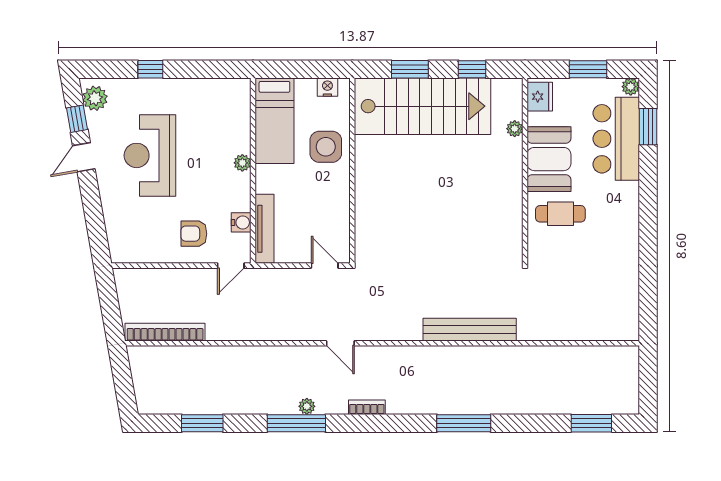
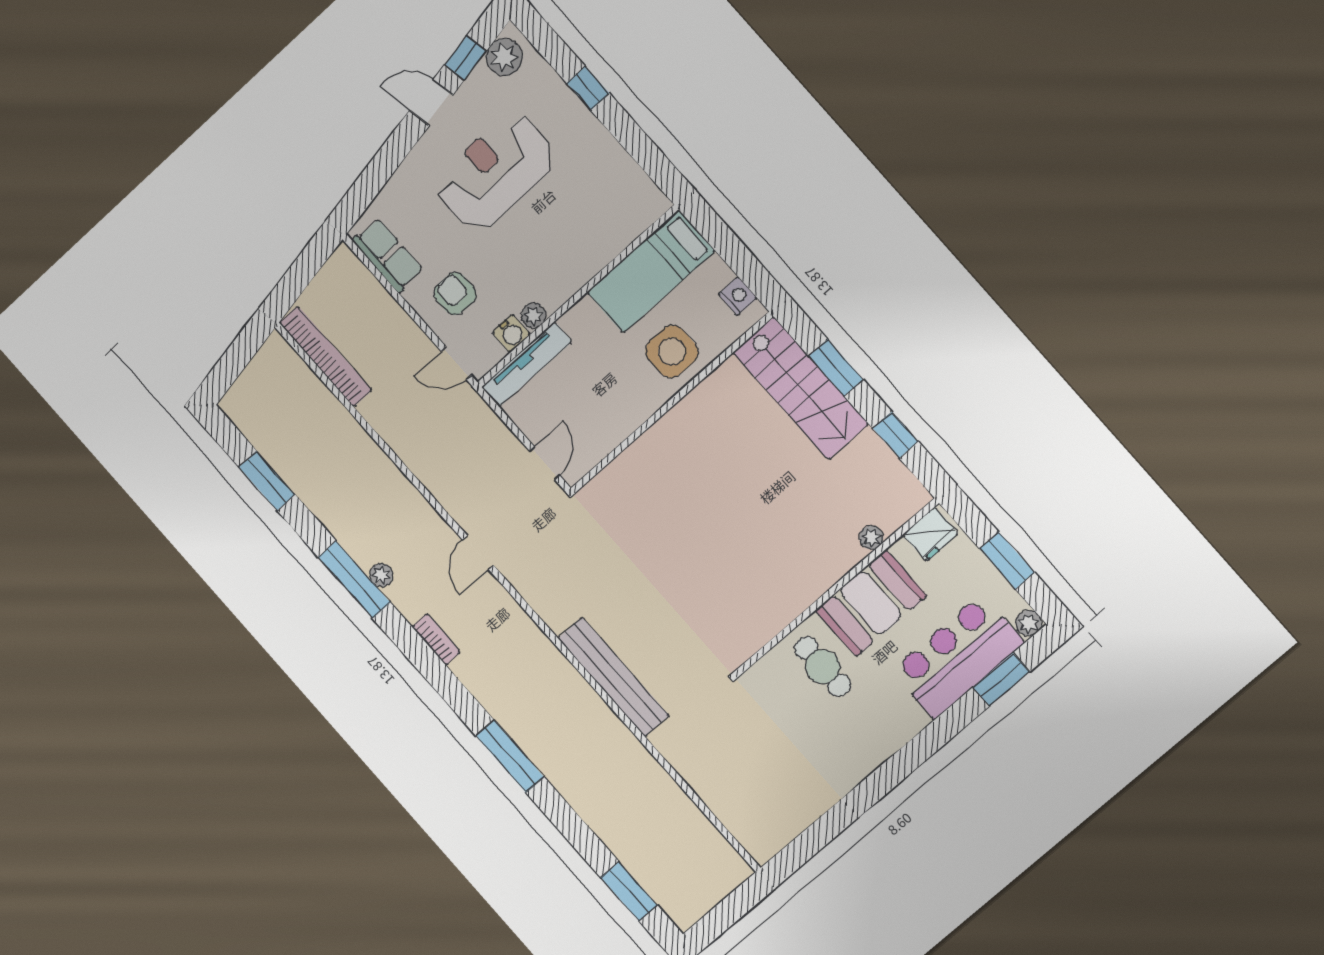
stairs: (423, 106) -> (801, 388), width x0.73, depth x0.66
plant: (242, 163) -> (533, 315), moved
row of seats: (142, 251) -> (388, 255), added

